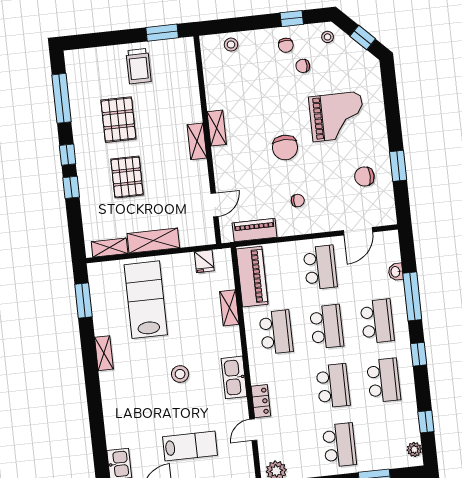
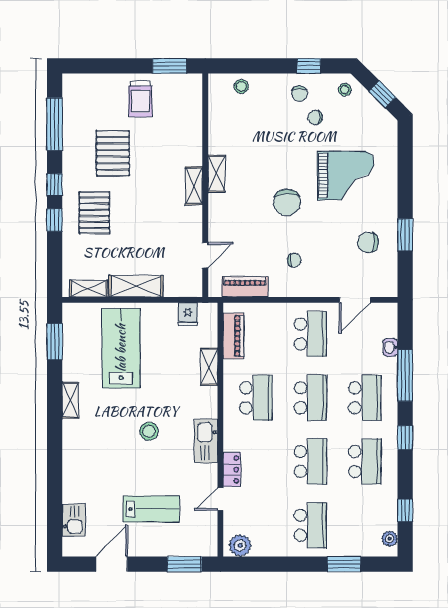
pallet: (127, 177) -> (94, 213), moved
piano: (252, 277) -> (234, 336), width x0.73, depth x0.75

